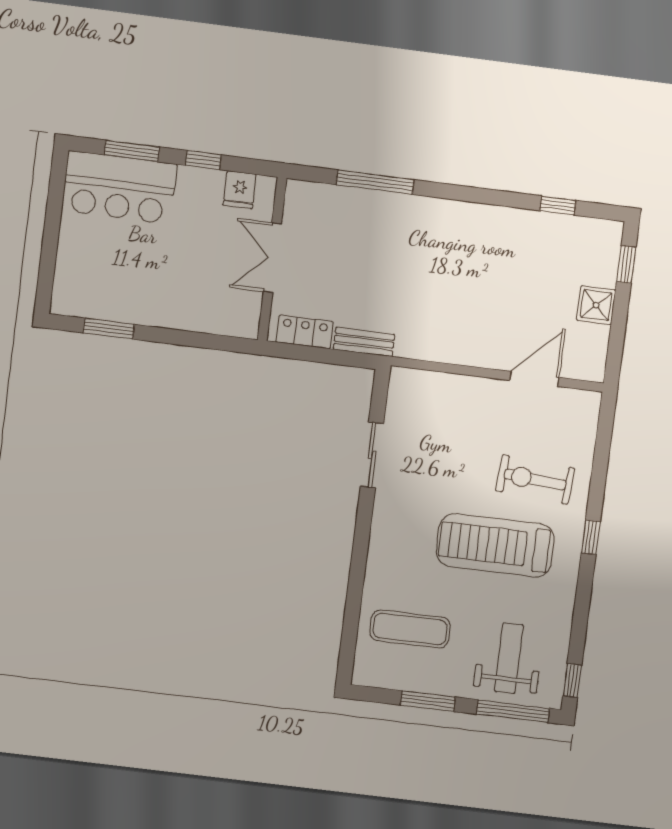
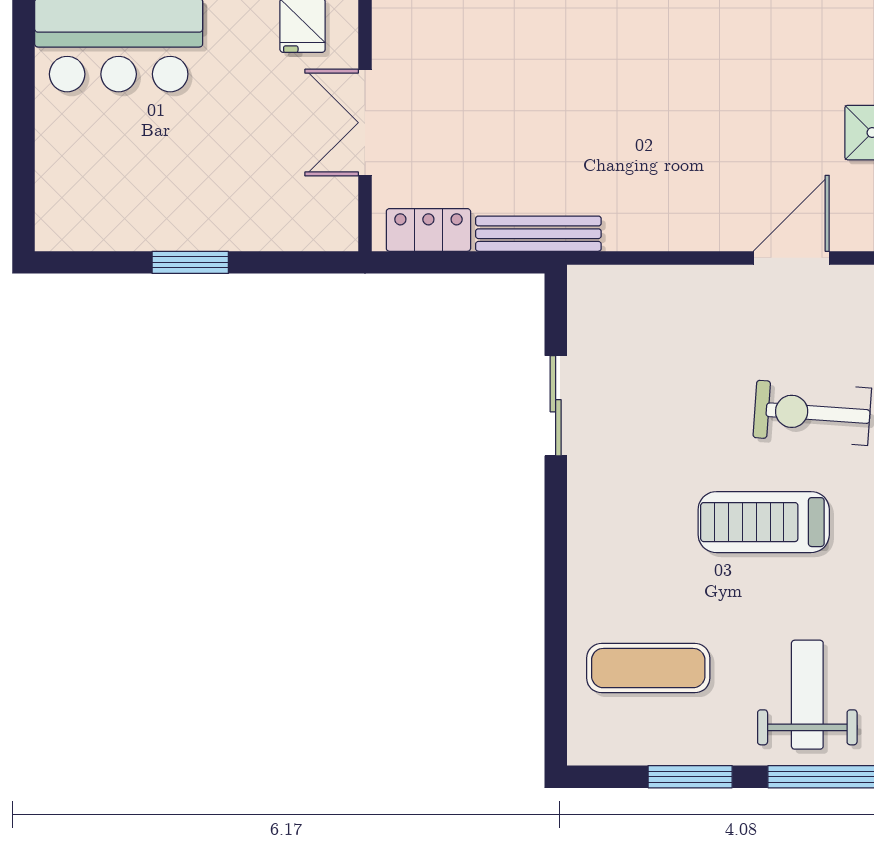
window: (109, 329) -> (190, 262), moved
bench: (364, 342) -> (538, 234), width x1.36
treadmill: (495, 545) -> (764, 522), width x0.73, depth x0.73

